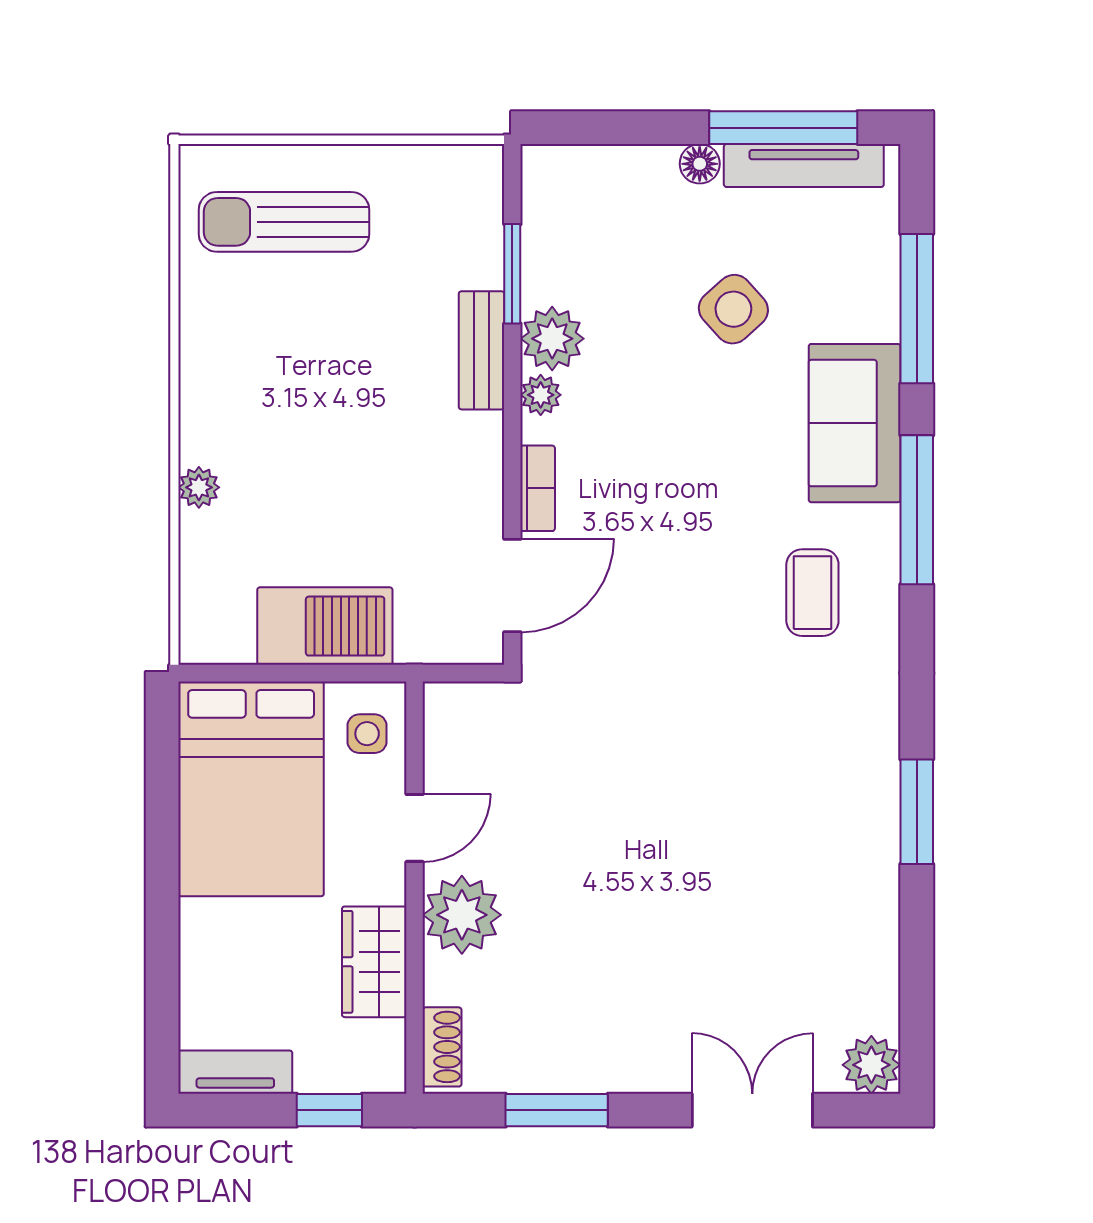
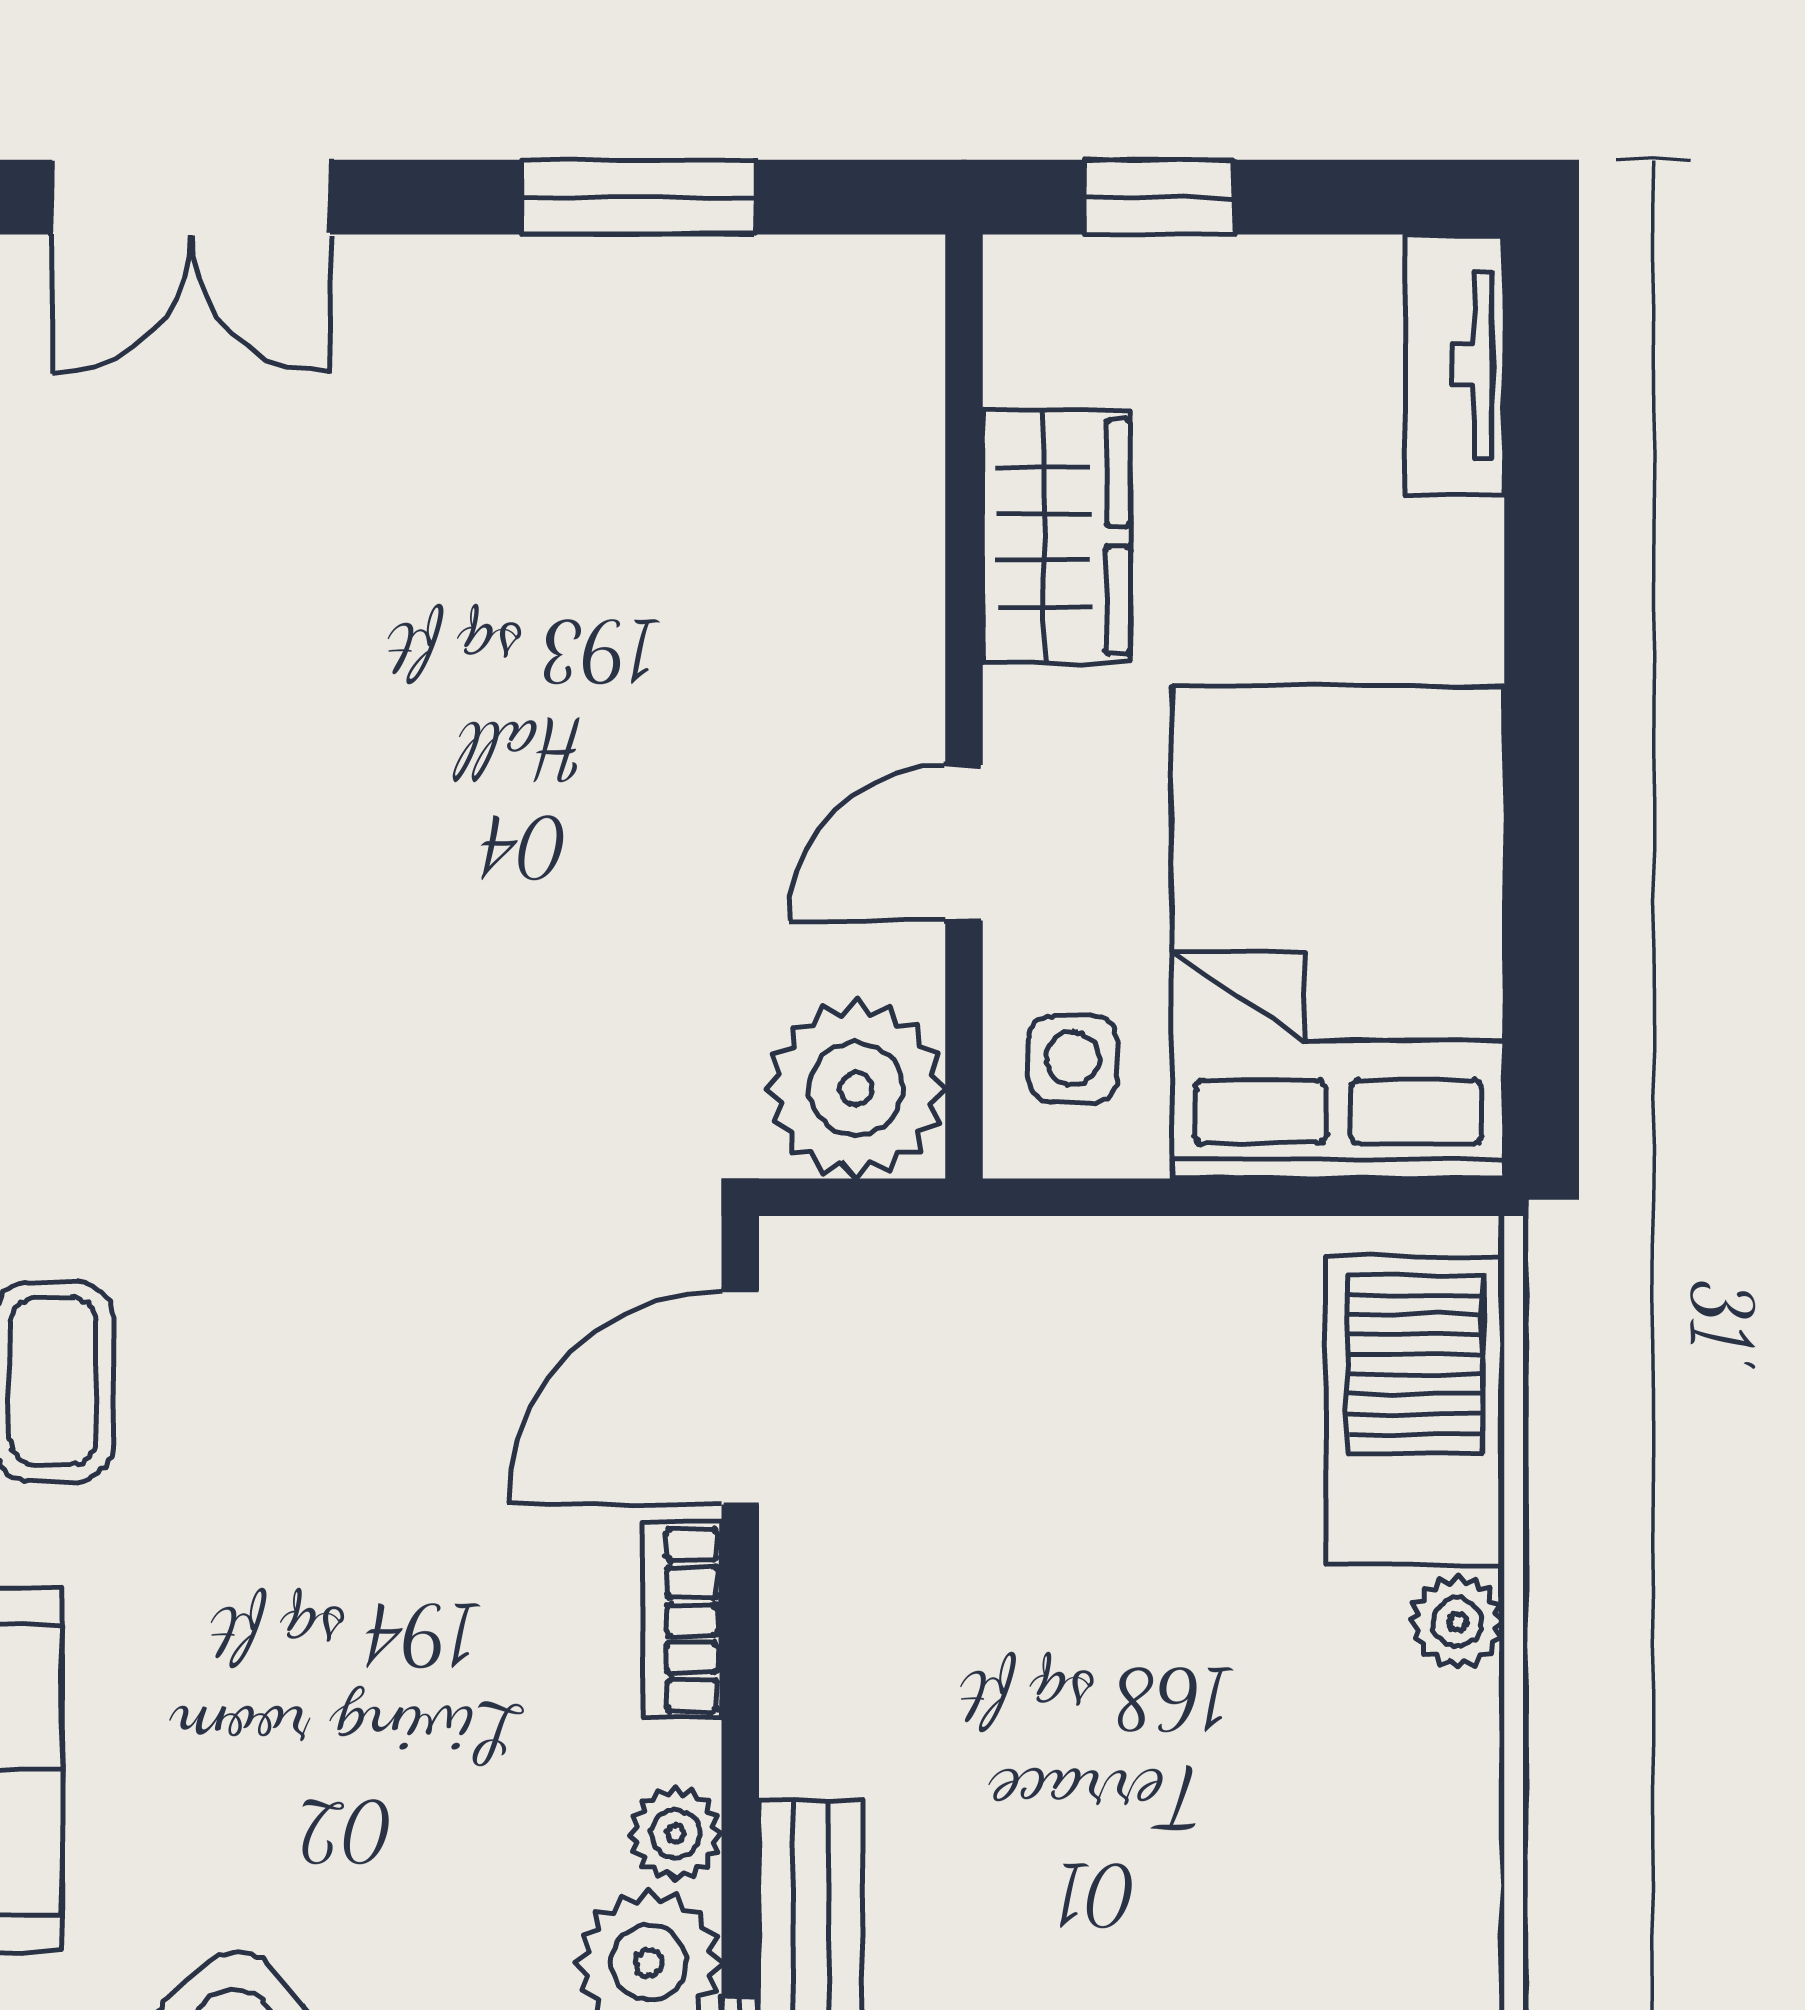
barbecue: (325, 626) -> (1415, 1411), moved, turned 90
plant: (462, 915) -> (856, 1089), moved
shoe rack: (442, 1047) -> (901, 342), removed
tv unit: (235, 1072) -> (1455, 365), moved, turned 90

